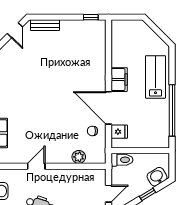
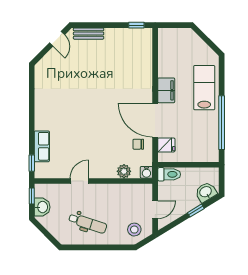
water cooler: (100, 158) -> (146, 172), added

